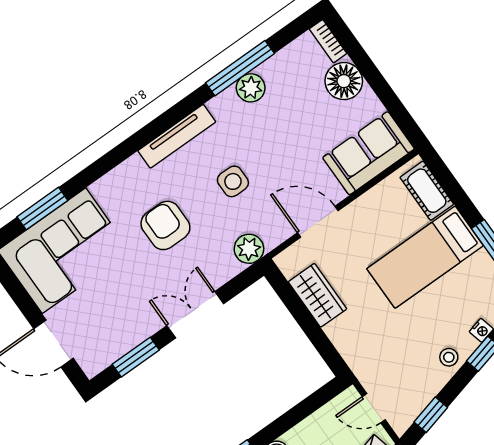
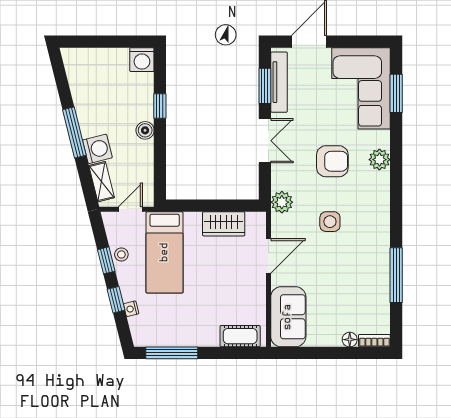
floor lamp: (344, 81) -> (350, 340), width x0.53, depth x0.53
plant: (251, 88) -> (379, 160), moved
tv unit: (177, 136) -> (279, 82), moved, turned 180
bed: (425, 257) -> (165, 252), moved, turned 180
stool: (449, 357) -> (121, 254), moved
window: (431, 415) -> (106, 260), moved

